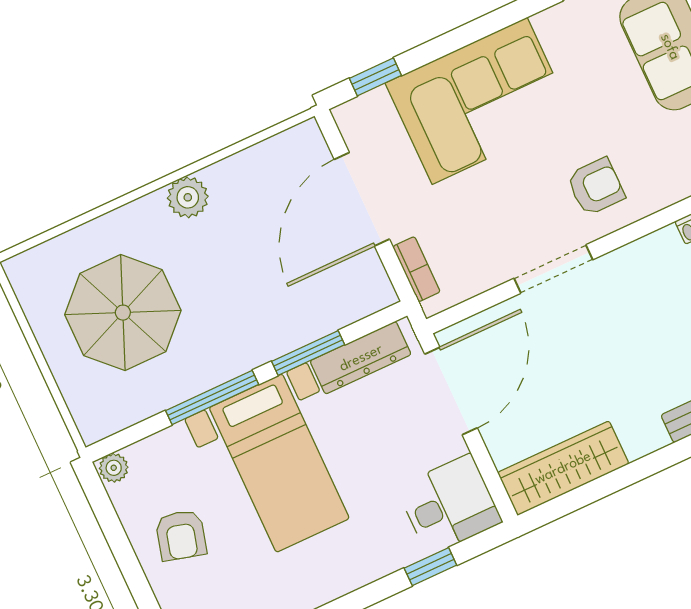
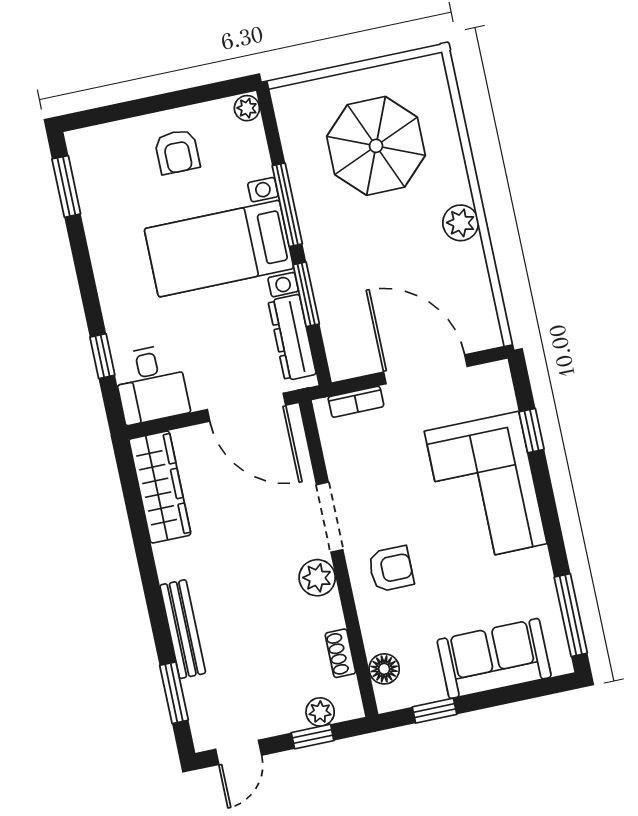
window: (375, 77) -> (532, 431), moved
armchair: (596, 187) -> (391, 569), turned -90
plant: (625, 267) -> (317, 578), added
armchair: (181, 535) -> (177, 152), turned -105

